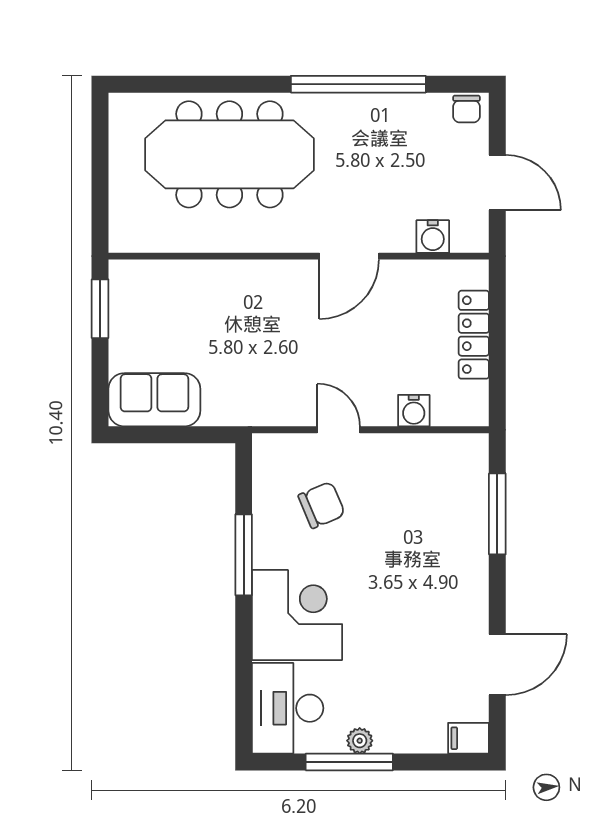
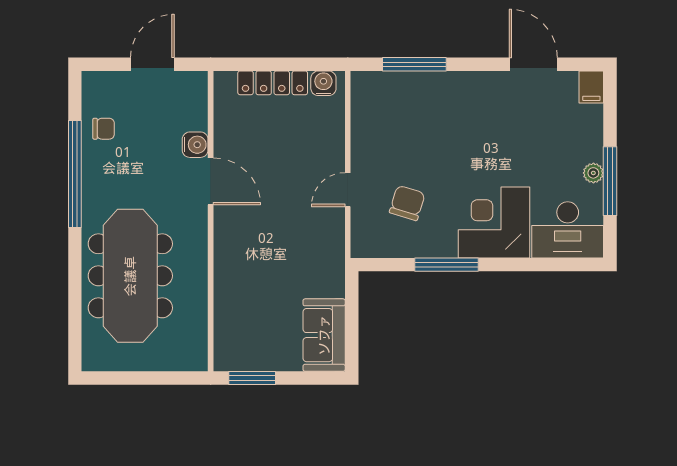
chair: (467, 109) -> (104, 129), moved
water cooler: (433, 237) -> (195, 145), moved
water cooler: (414, 411) -> (323, 83), moved, turned -90
chair: (322, 505) -> (407, 203), turned 40

